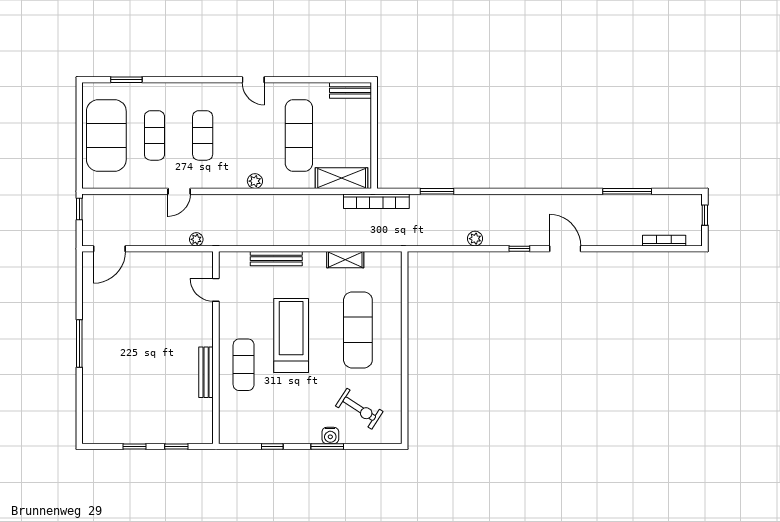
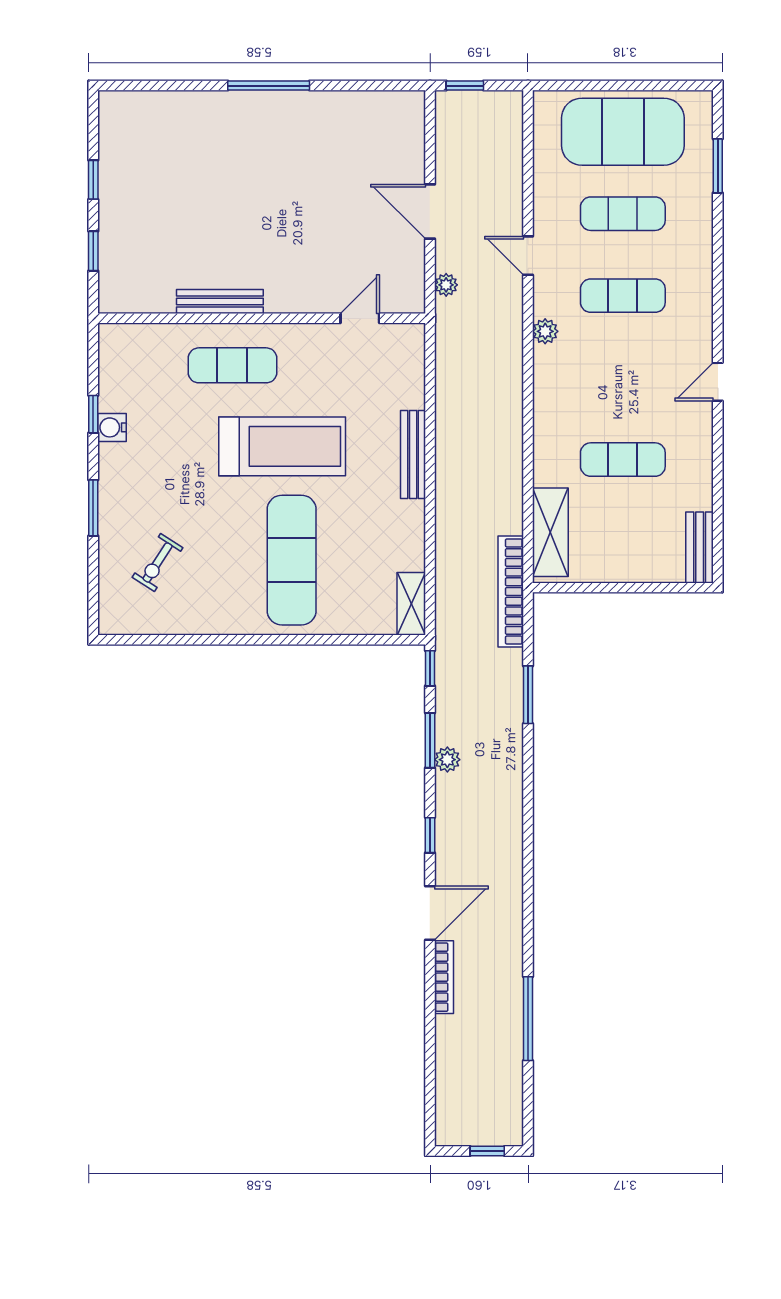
exercise mat: (299, 135) -> (623, 460), width x0.73, depth x0.69
plant: (255, 181) -> (545, 331), moved
window: (79, 209) -> (465, 86), moved
bookcase: (664, 241) -> (444, 977), moved
door: (109, 249) -> (430, 211), moved
window: (421, 249) -> (430, 668), added
window: (464, 249) -> (430, 740), added
bench: (276, 259) -> (413, 454), moved
shelving: (345, 260) -> (411, 604), moved
exercise mat: (358, 330) -> (292, 560), turned 90
exercise bike: (359, 409) -> (158, 563), width x0.73, depth x0.72
water cooler: (330, 435) -> (112, 427), moved

